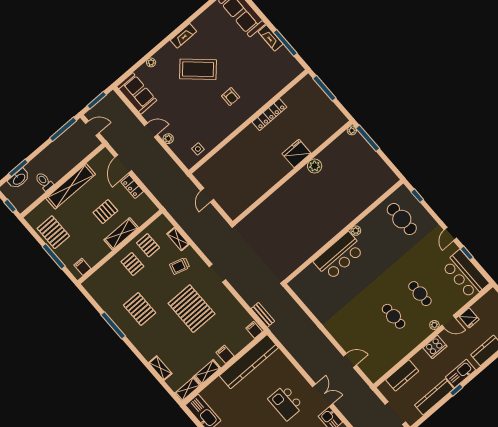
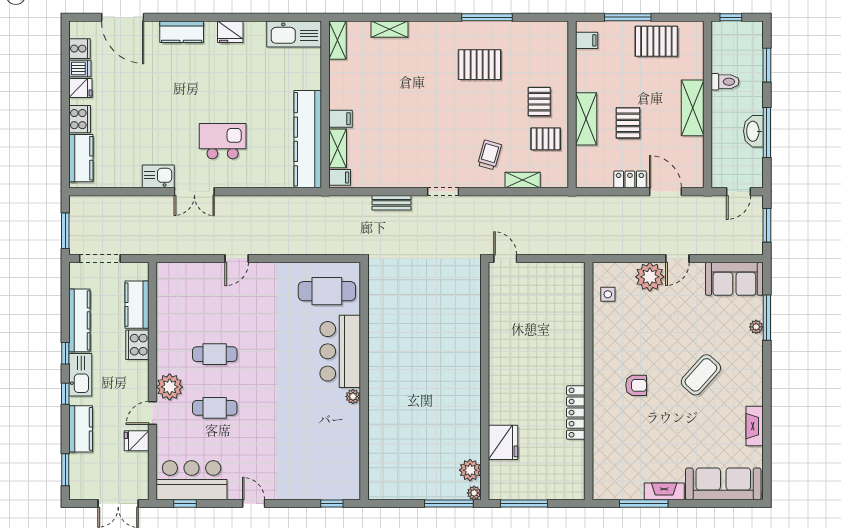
fireplace: (183, 36) -> (755, 426), moved
window: (142, 61) -> (767, 318), added
coffee table: (198, 69) -> (701, 375), width x0.73, depth x0.76
window: (324, 88) -> (524, 504), moved
armchair: (231, 97) -> (636, 385), turned 180
window: (63, 129) -> (767, 132), moved
plant: (168, 139) -> (650, 277), width x1.87, depth x1.87
fridge: (296, 153) -> (503, 442), moved
plant: (315, 166) -> (470, 470), moved
washbasin: (19, 179) -> (753, 131), moved
shelving: (71, 186) -> (693, 108), width x0.68
door: (207, 195) -> (505, 259), moved
cafe table: (402, 219) -> (327, 291), moved
window: (467, 253) -> (185, 504), moved
pallet: (132, 264) -> (539, 102), turned 90
pallet: (192, 309) -> (428, 126), removed
bench: (263, 315) -> (392, 203), moved
plant: (434, 325) -> (170, 387), width x1.87, depth x1.87
cooker: (435, 347) -> (137, 345), moved
door: (350, 360) -> (237, 259), moved
shelving: (207, 372) -> (338, 148), moved
window: (476, 373) -> (65, 394), added

